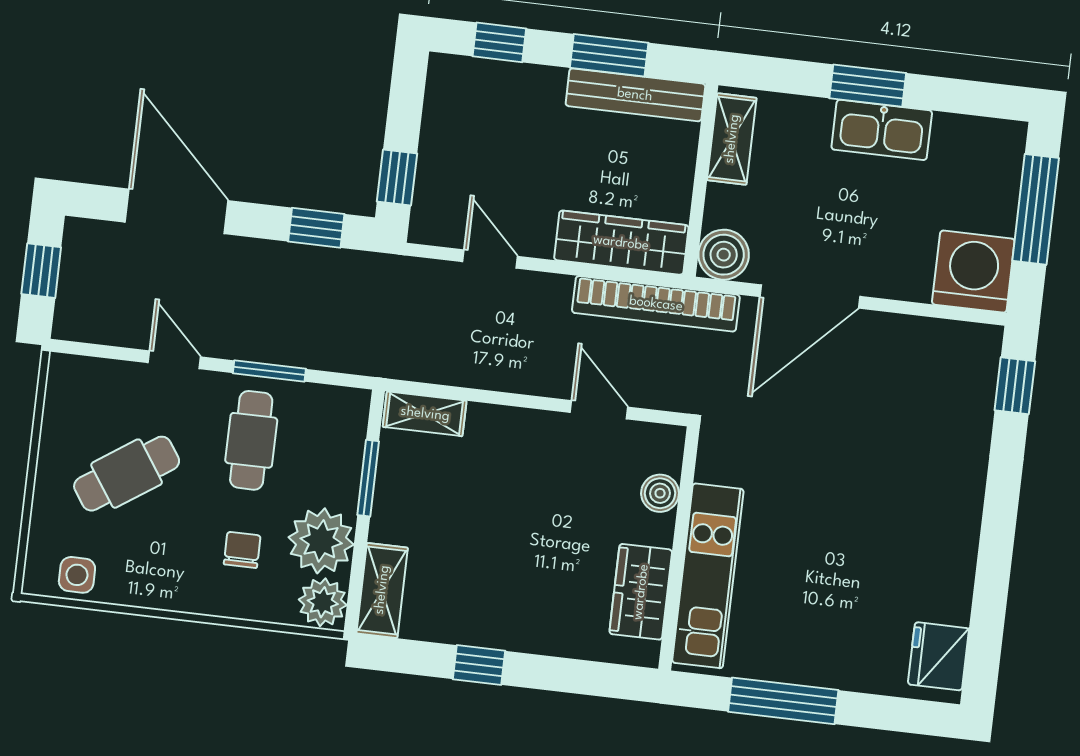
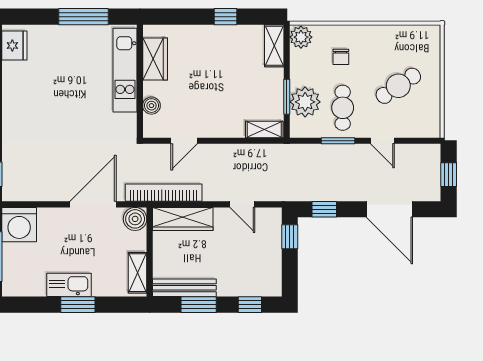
door: (599, 410) -> (184, 141), hinge flipped
plant: (321, 541) -> (305, 102), moved
side table: (77, 575) -> (416, 36), removed

